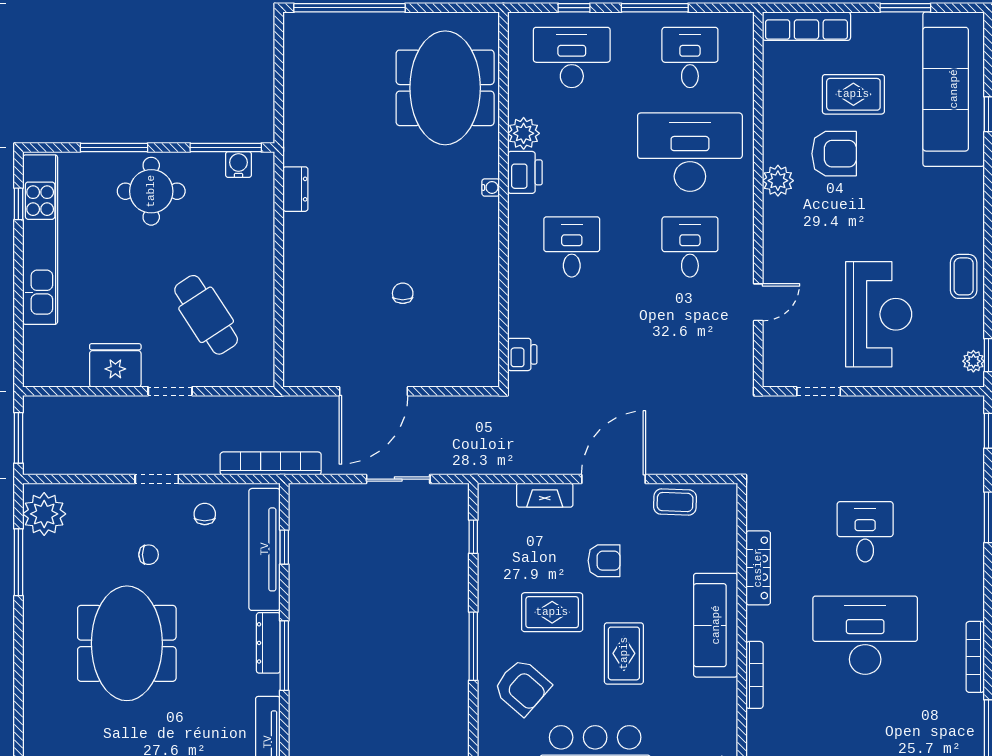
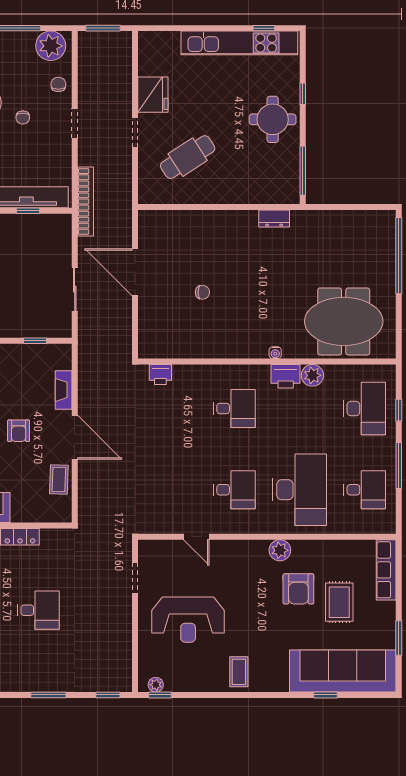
window: (114, 147) -> (303, 94), width x0.46
water cooler: (238, 165) -> (291, 179), removed
coffee table: (964, 276) -> (239, 672), moved, turned 90
chair: (205, 514) -> (58, 84), moved, turned -90

